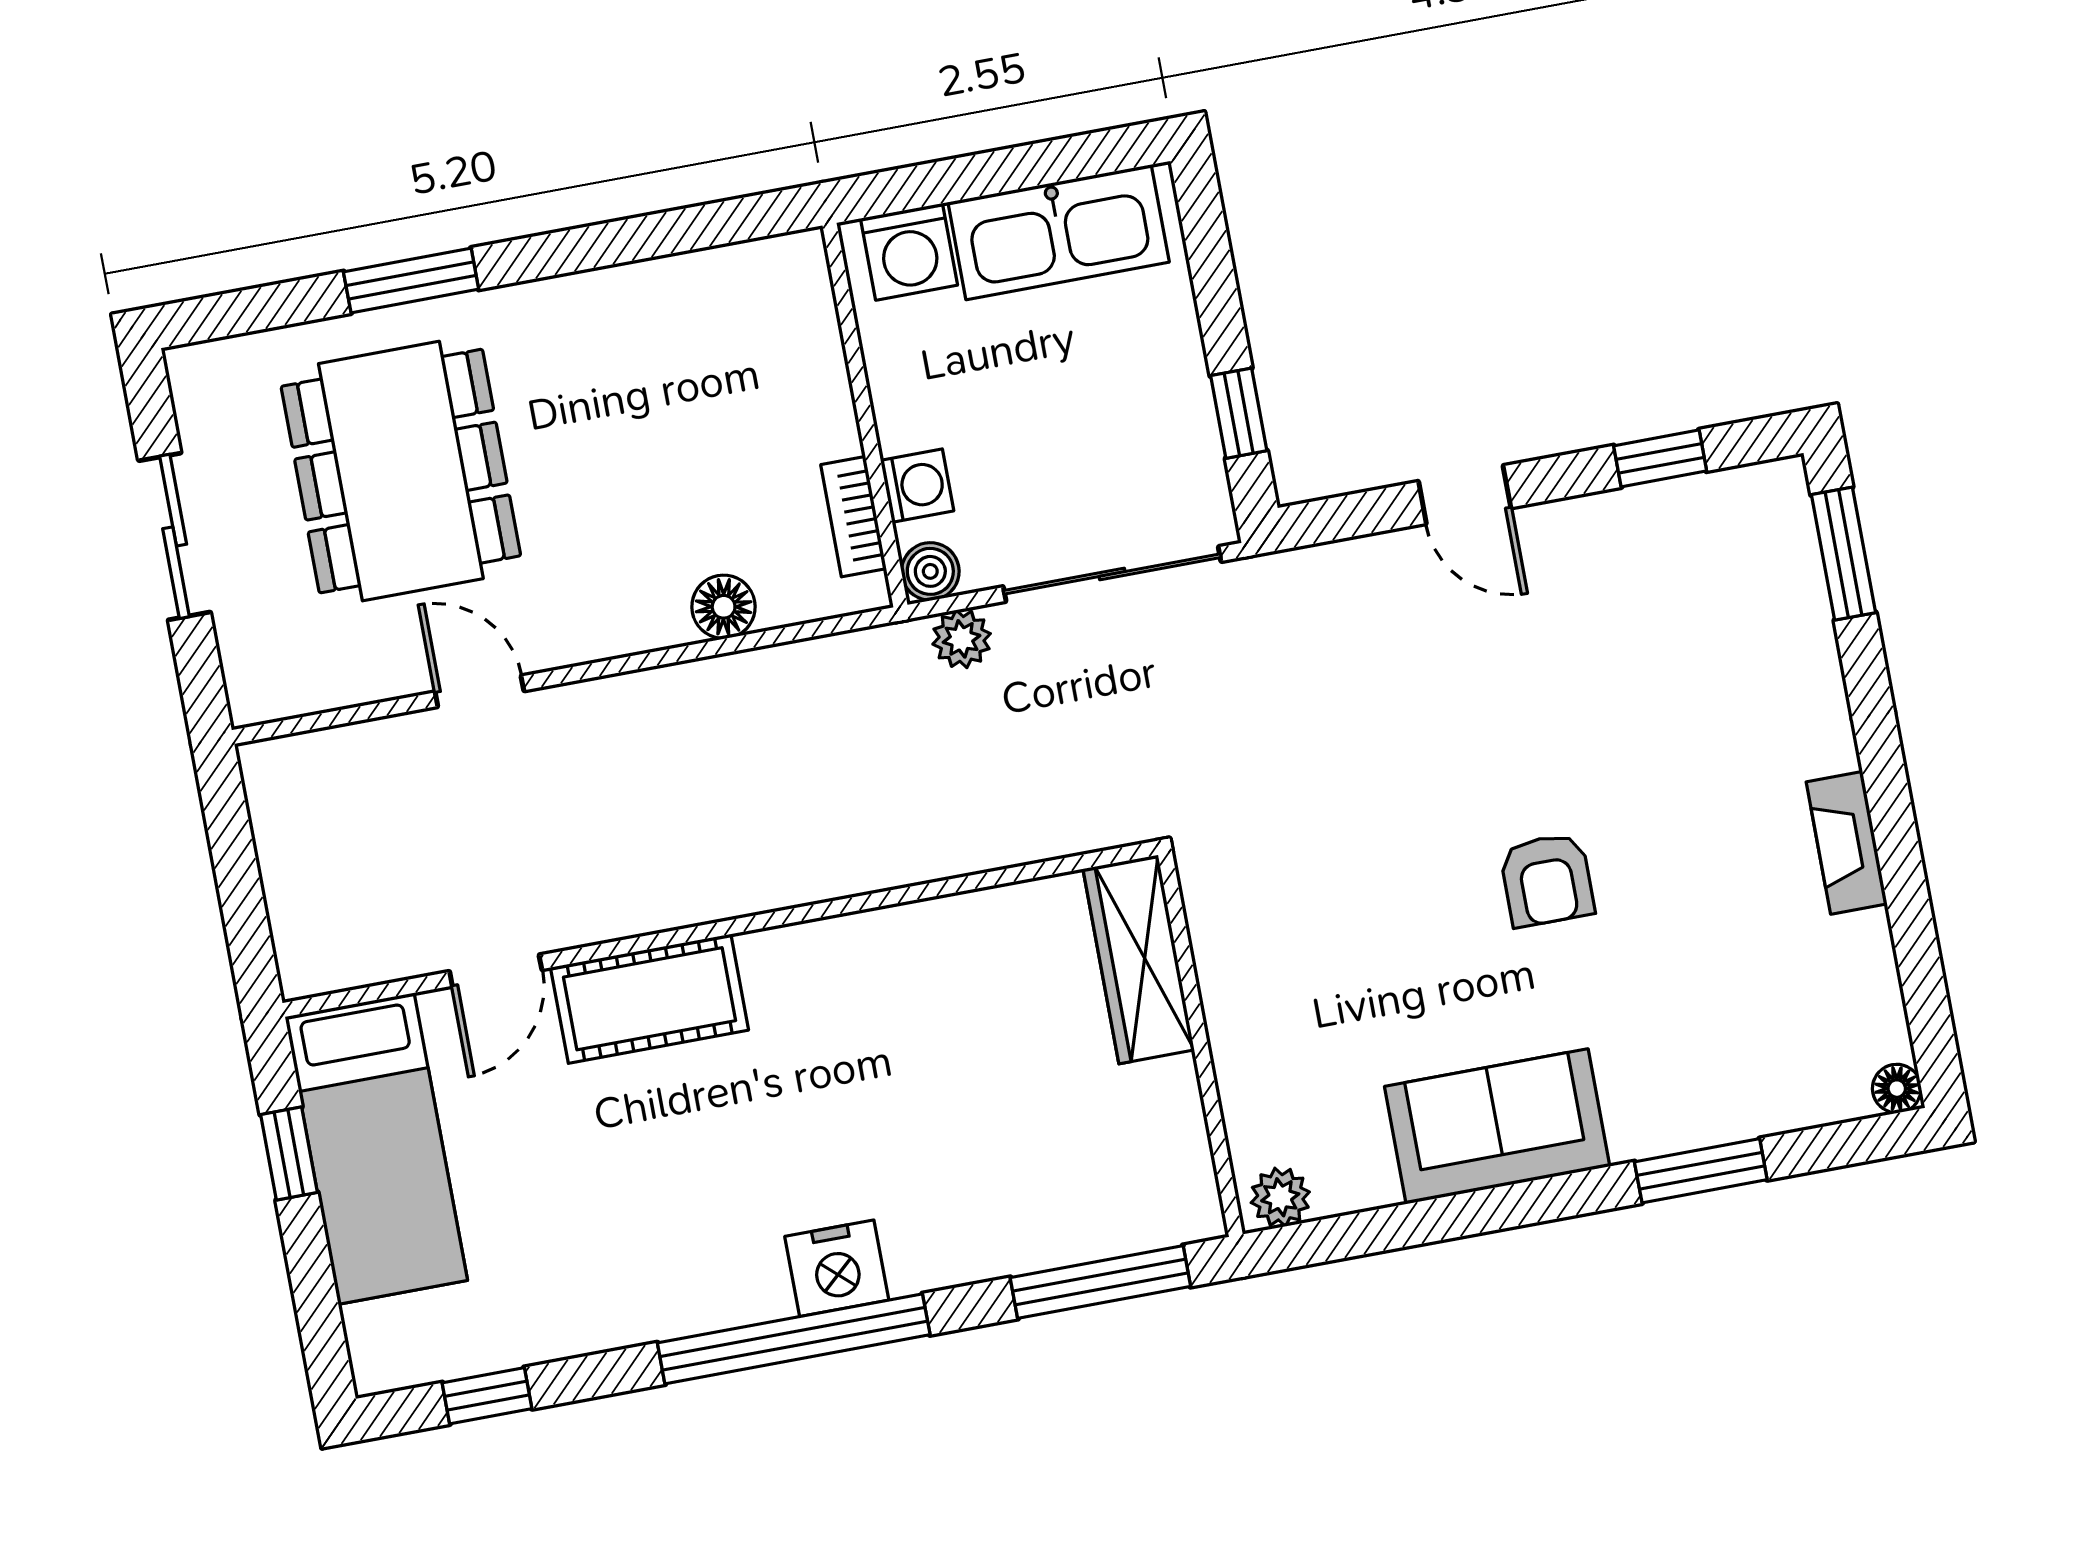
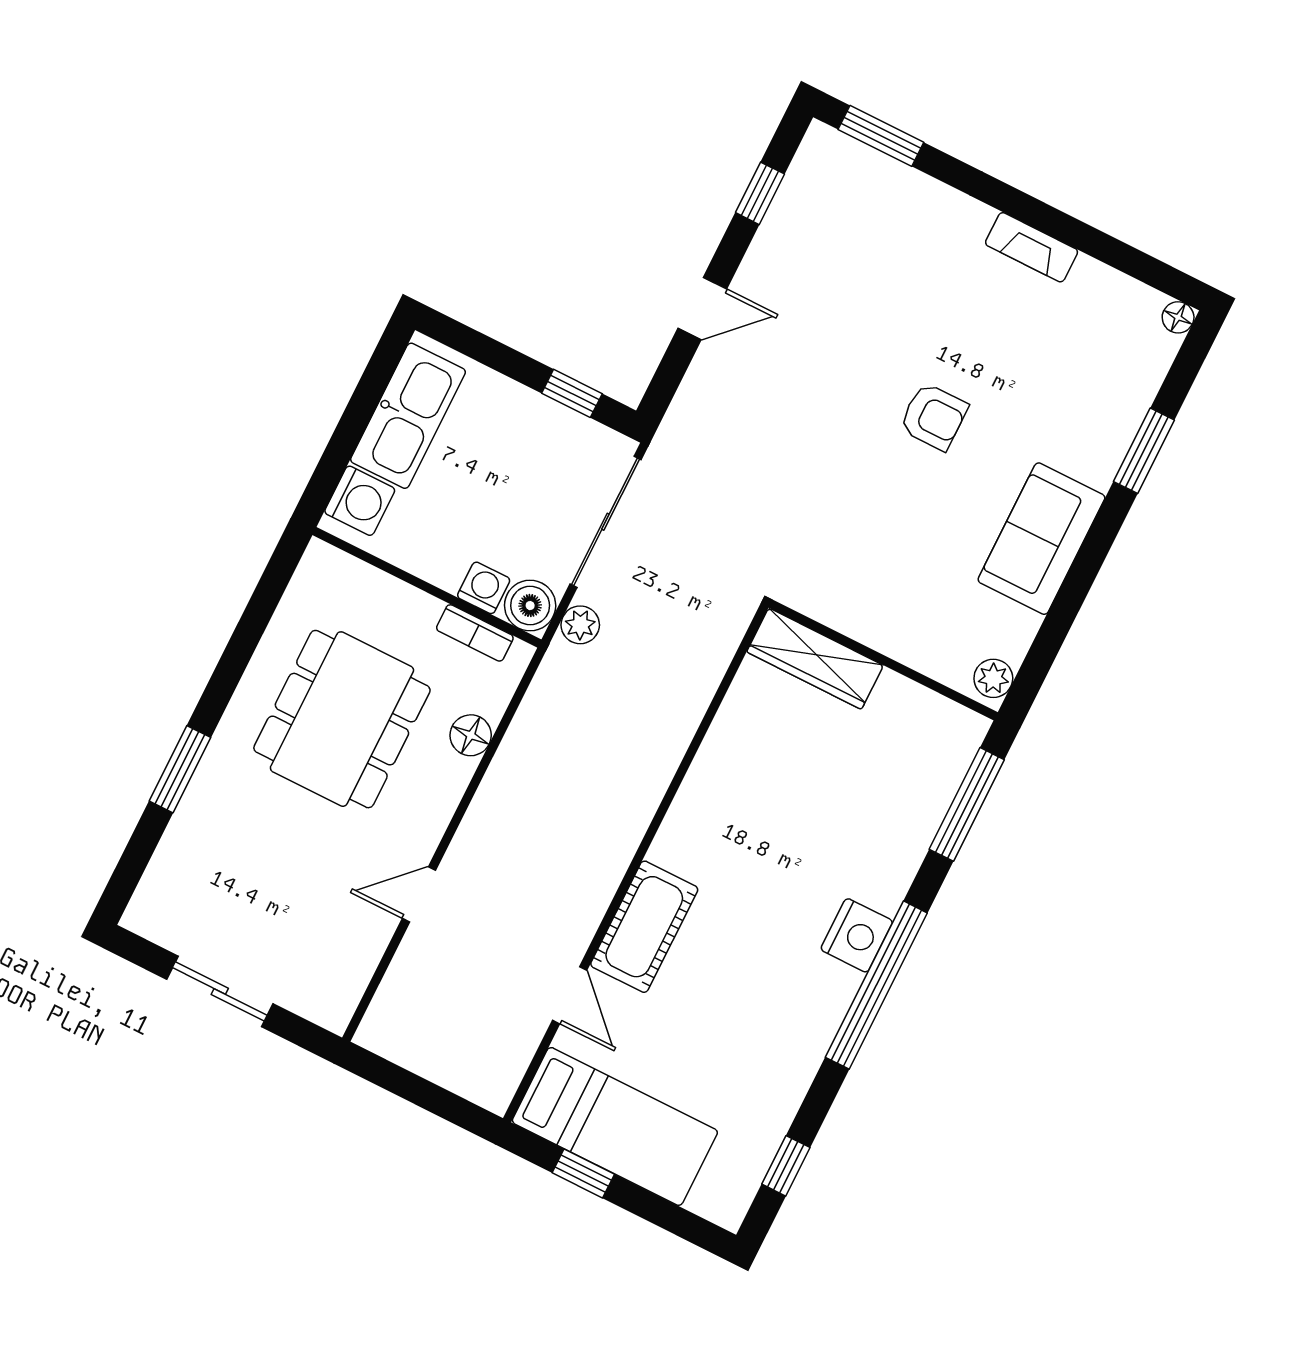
dining table: (401, 471) -> (342, 719), moved, turned 90
boiler: (930, 571) -> (530, 606), width x1.36, depth x1.36

